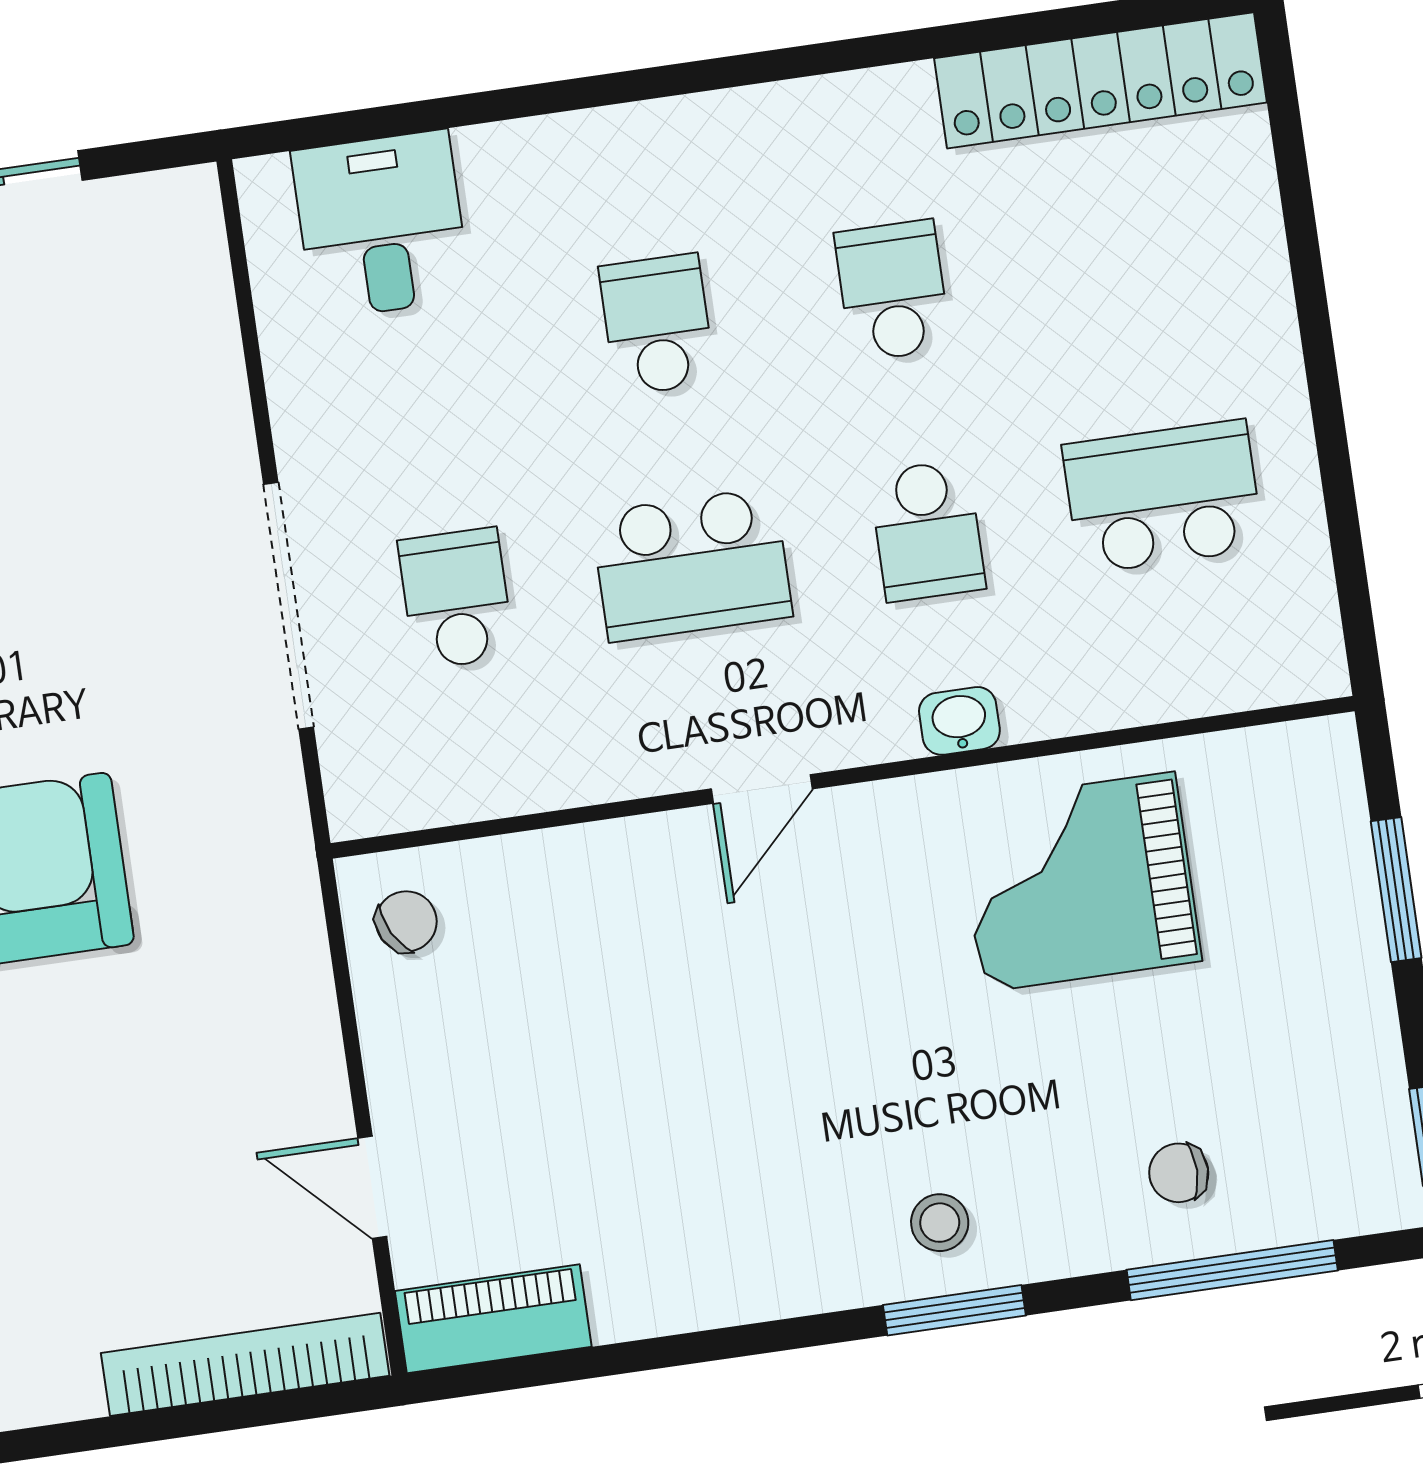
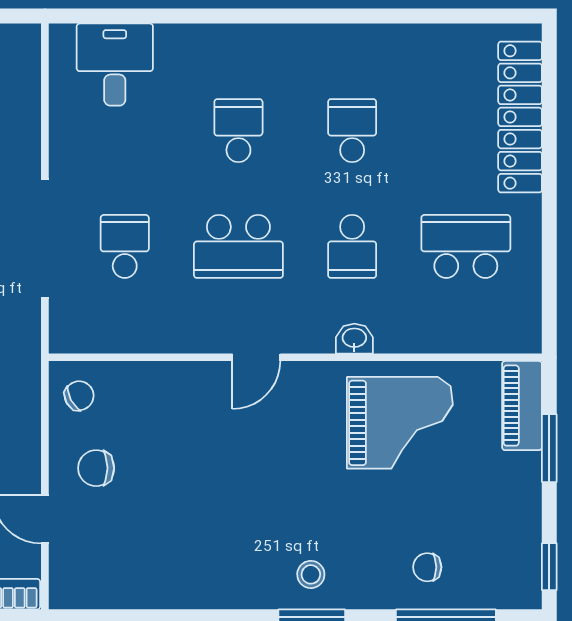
locker: (1101, 80) -> (520, 117), moved, turned 90
grand piano: (1079, 882) -> (400, 423), turned 180
chair: (463, 1066) -> (96, 468), added
piano: (493, 1319) -> (522, 406), moved, turned -90

